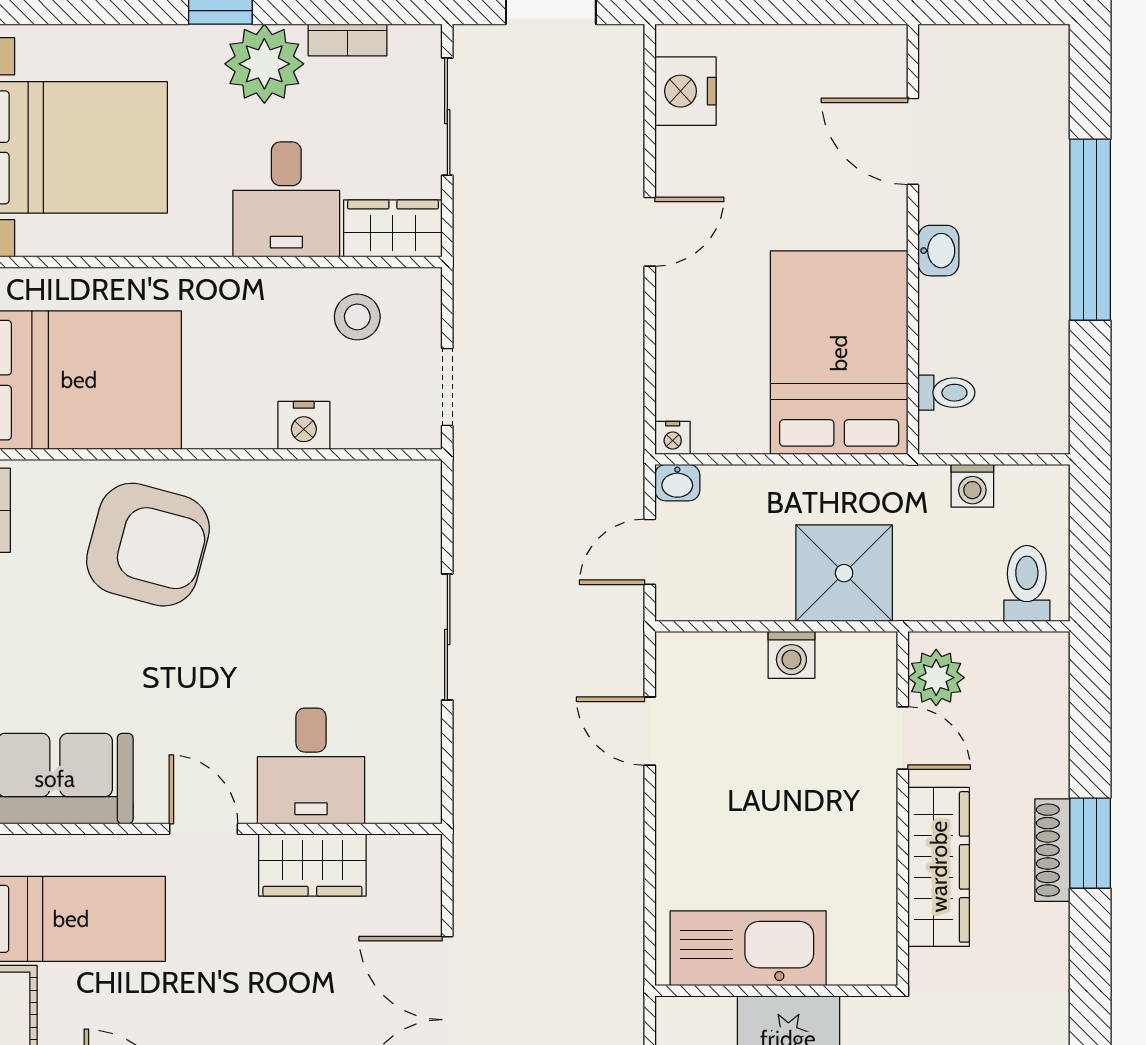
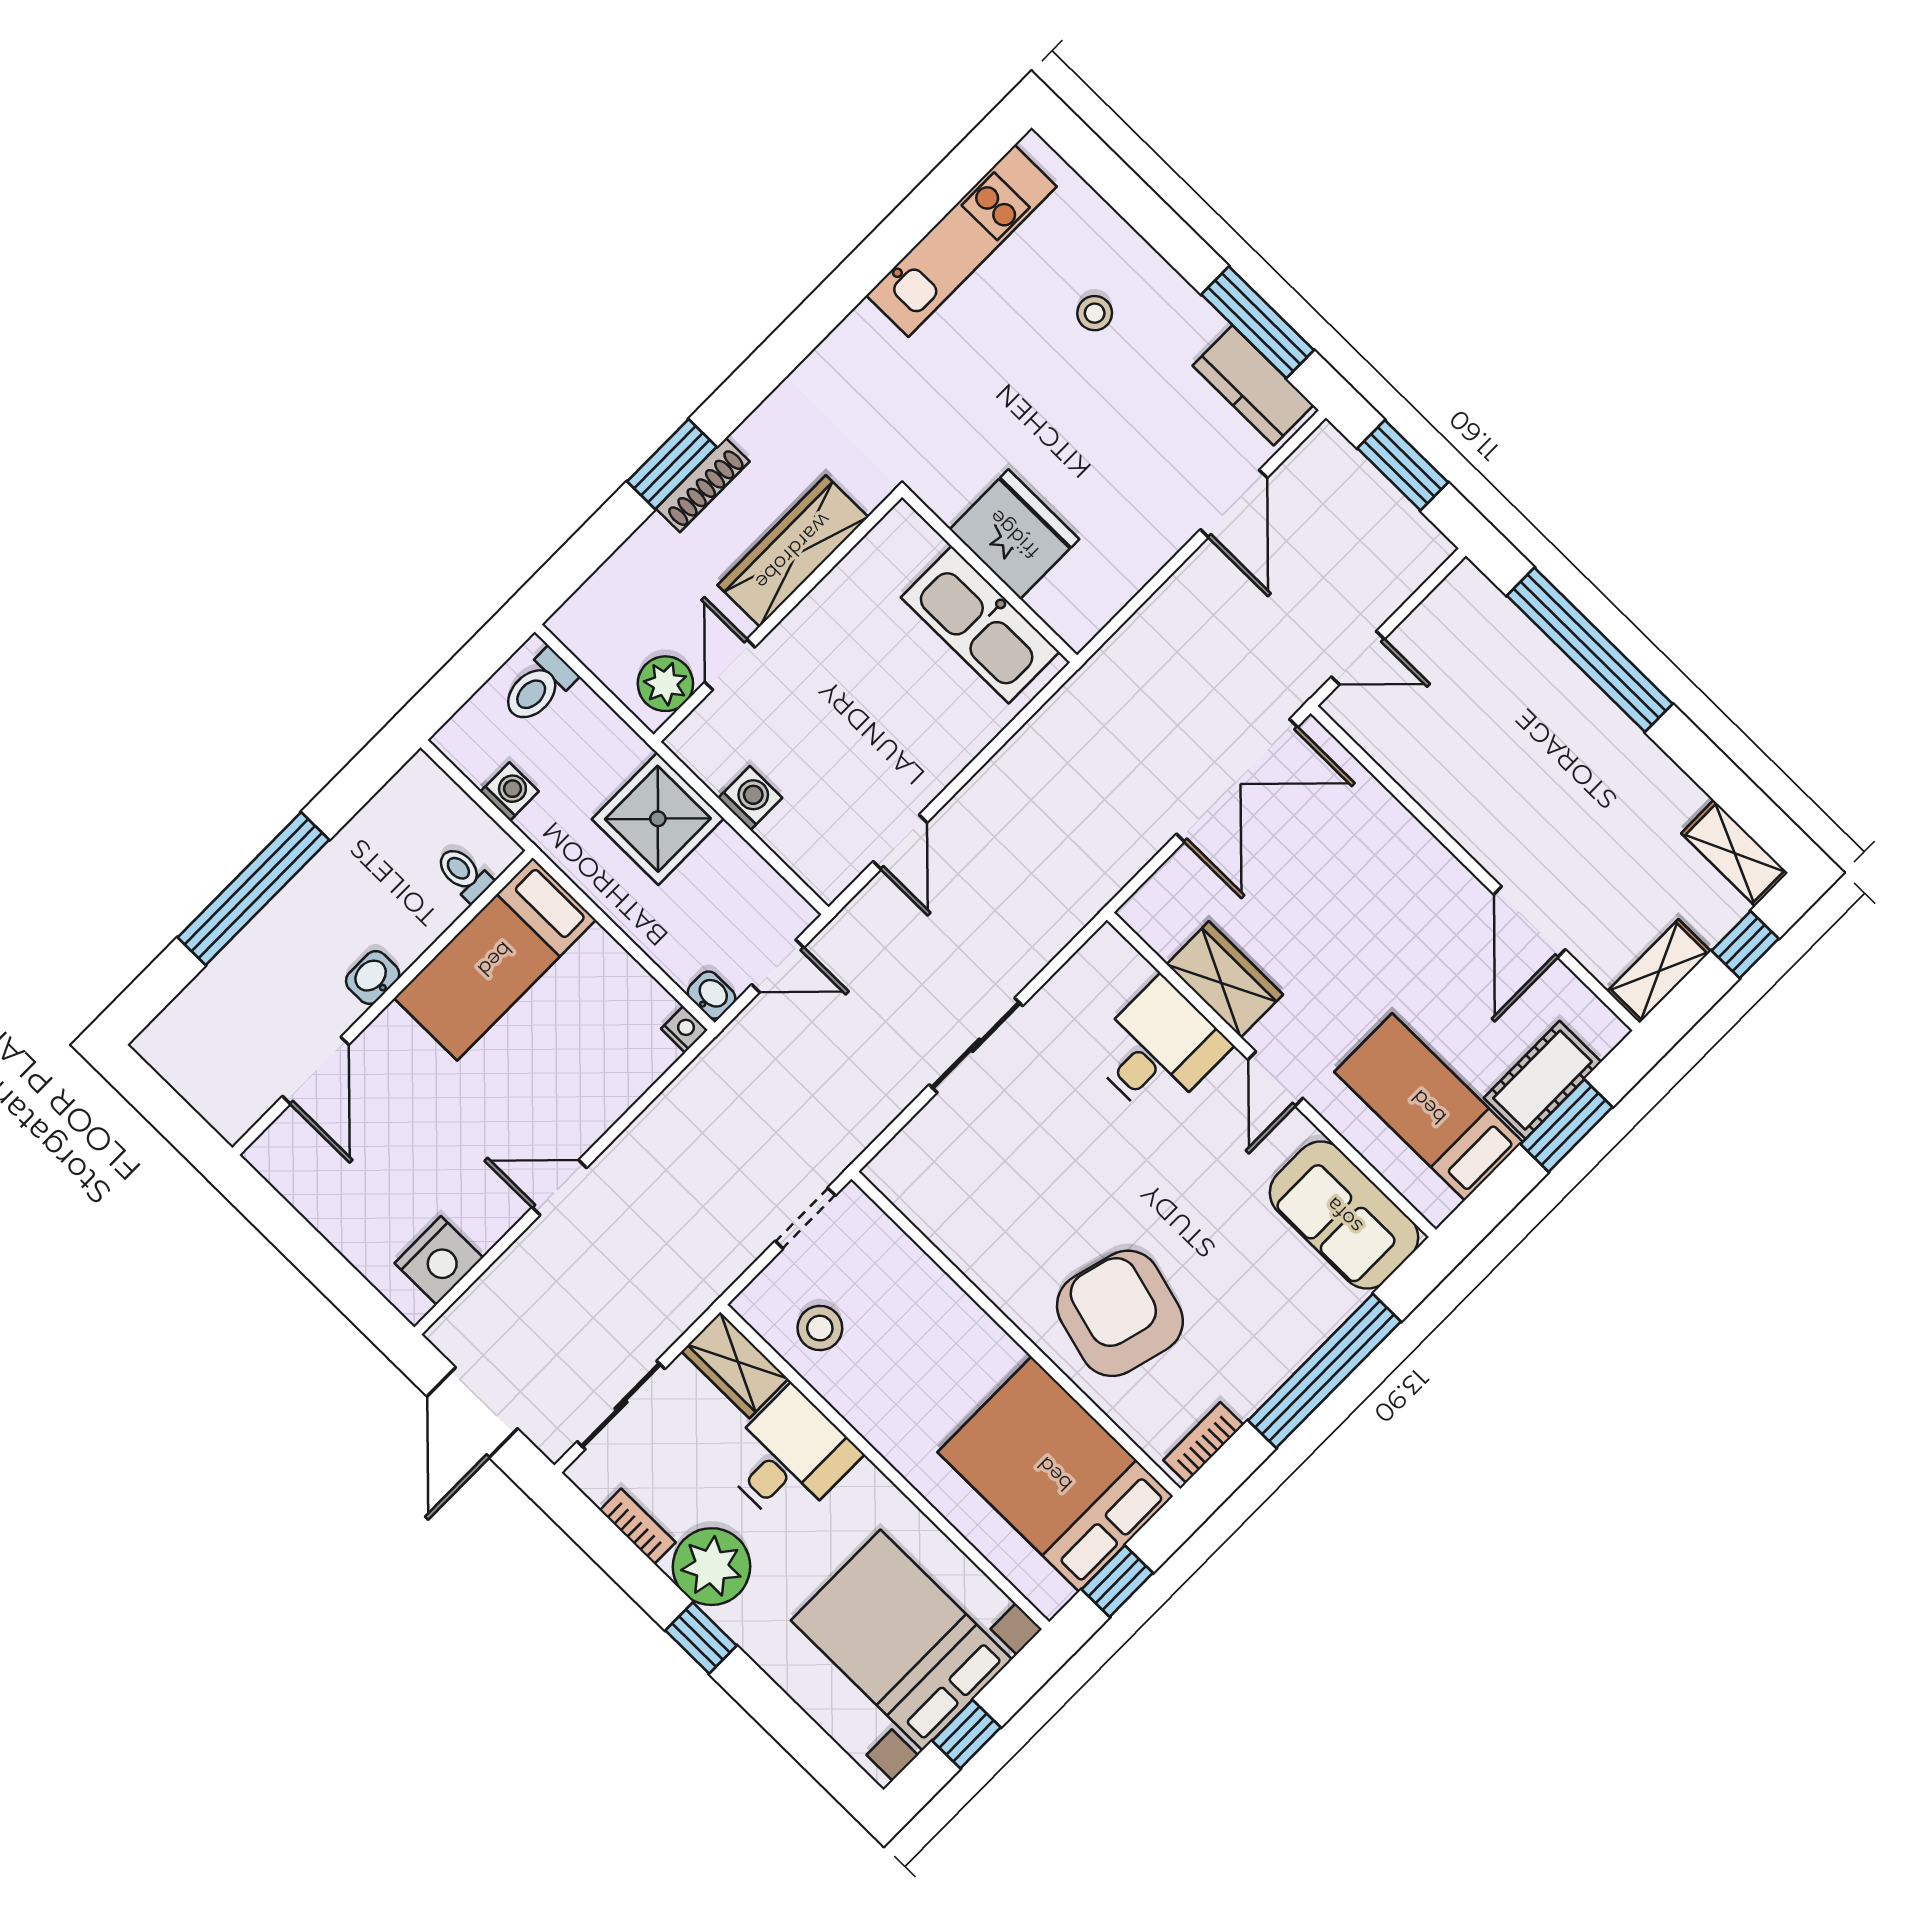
bed: (839, 353) -> (495, 959), width x0.67
nightstand: (304, 425) -> (931, 1289), removed

